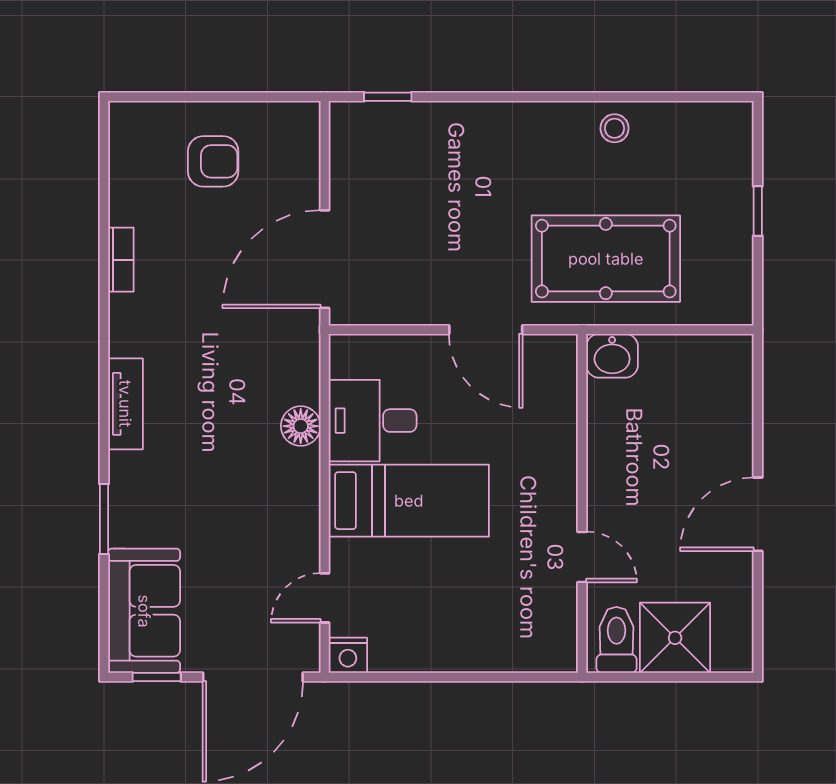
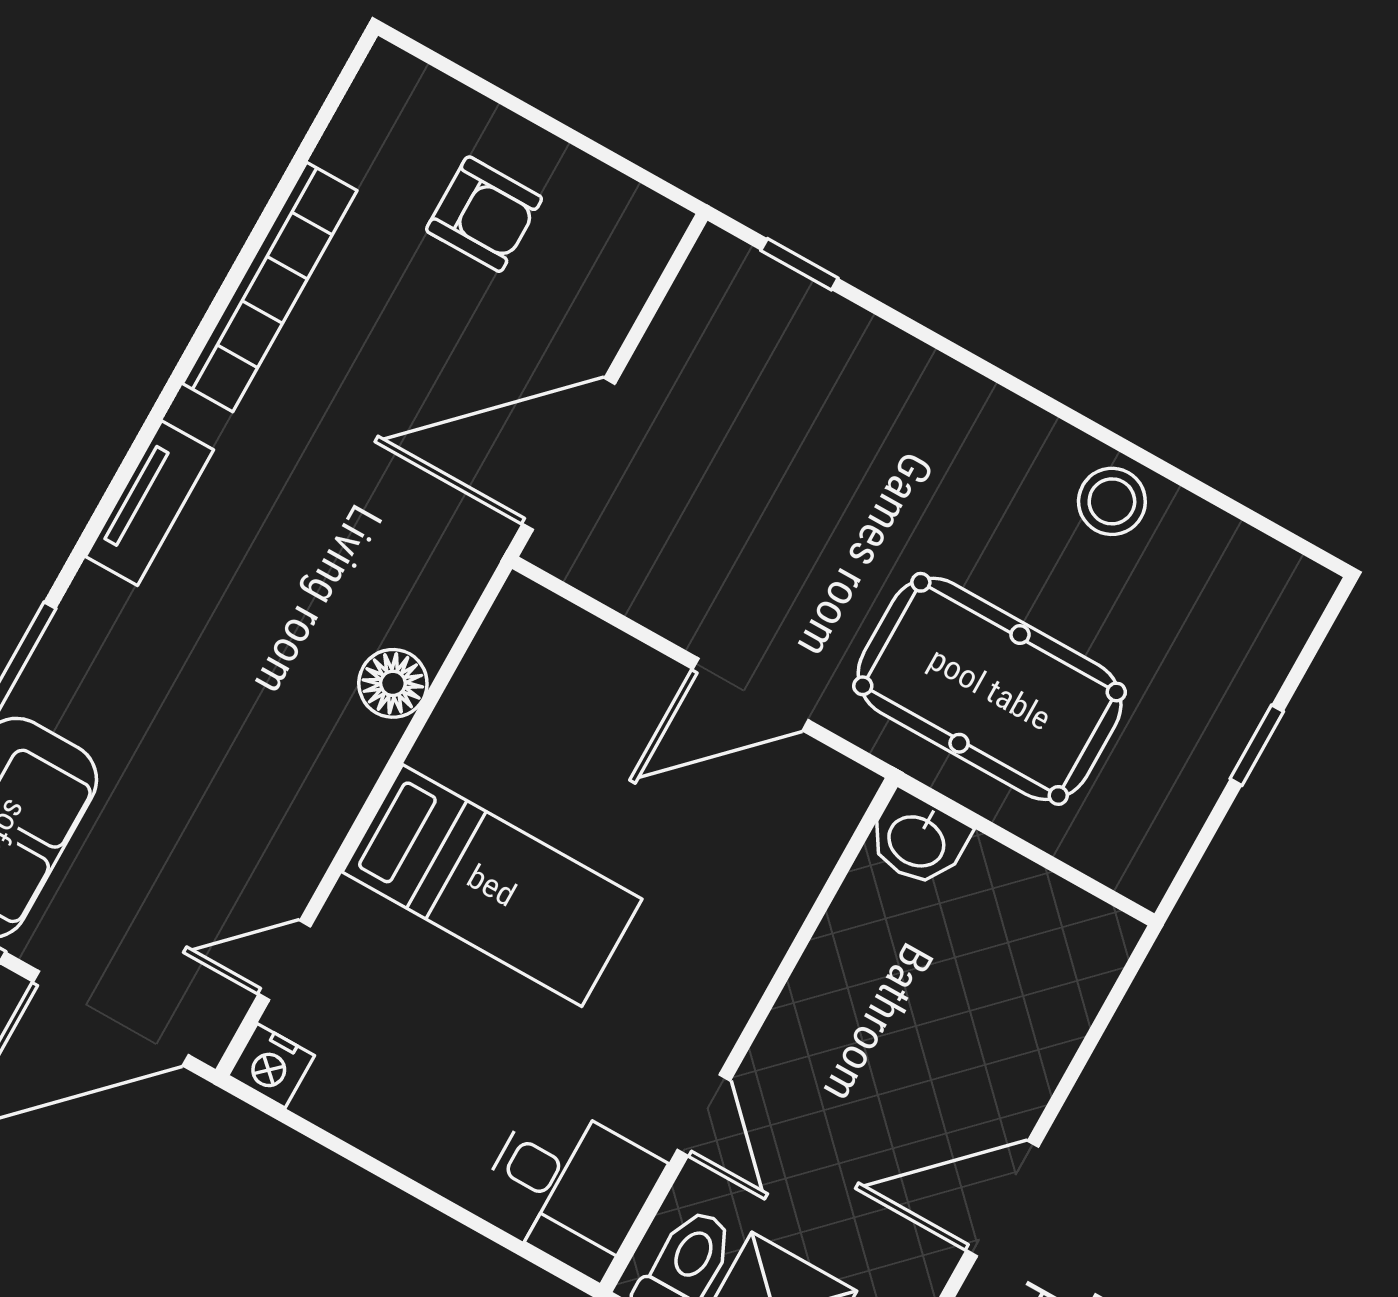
stool: (615, 128) -> (1112, 501), width x1.37, depth x1.37
bookcase: (121, 260) -> (270, 287), width x2.31, depth x1.31
door: (486, 330) -> (750, 695), hinge flipped
desk: (373, 421) -> (569, 1187), moved, turned 180

